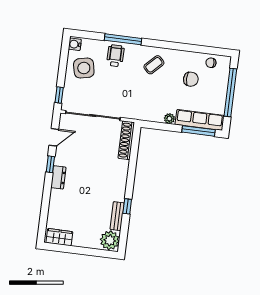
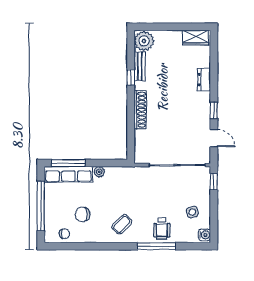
side table: (84, 68) -> (192, 212), width x0.54, depth x0.54
door: (54, 137) -> (214, 138), swing flipped
shoe rack: (126, 140) -> (140, 110), moved
dresser: (58, 177) -> (204, 80), moved

